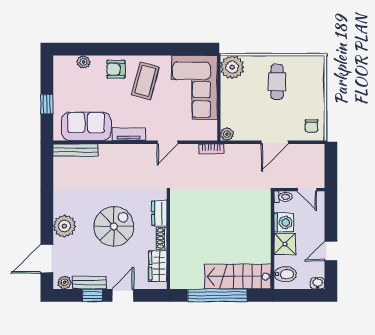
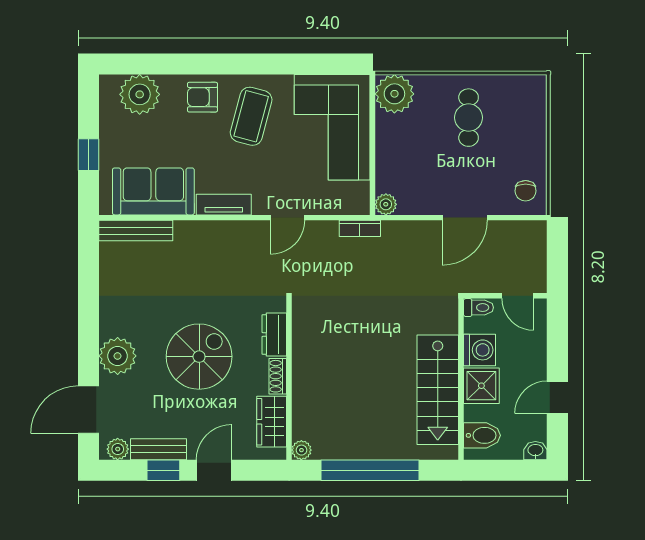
plant: (84, 62) -> (140, 94), width x1.87, depth x1.87
stairs: (238, 276) -> (438, 390), moved, turned -90
plant: (176, 283) -> (301, 450), added

